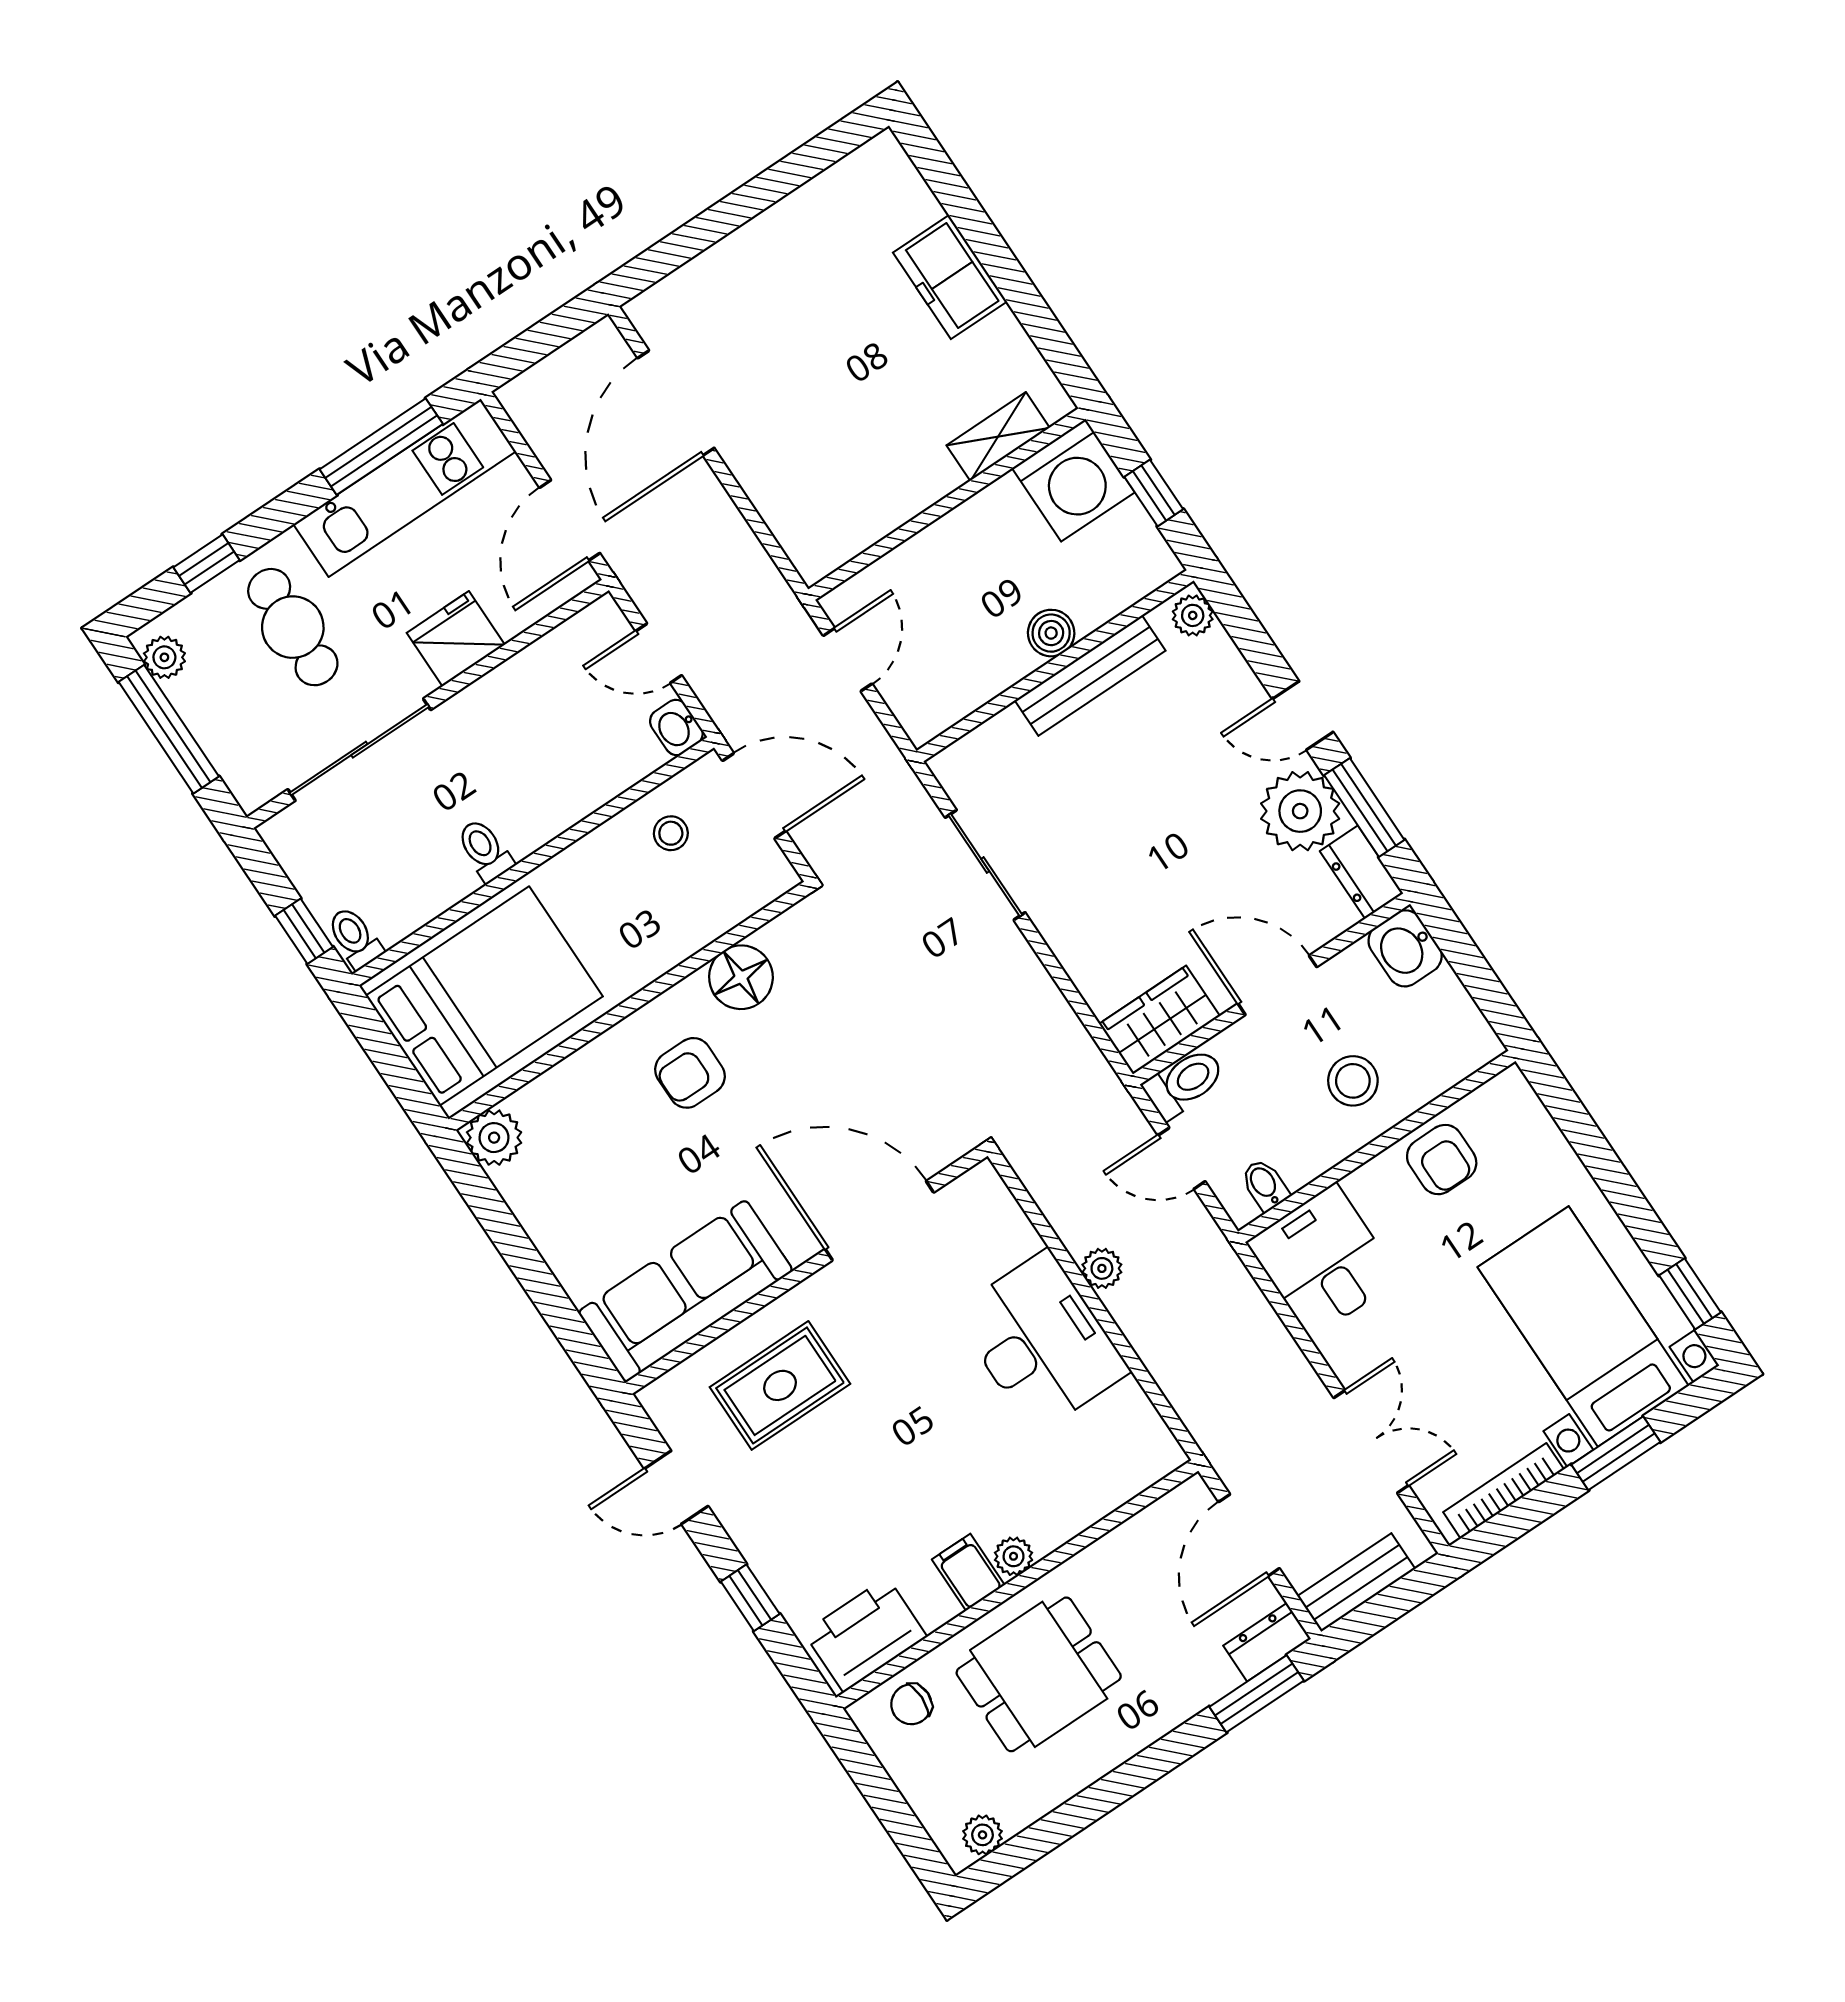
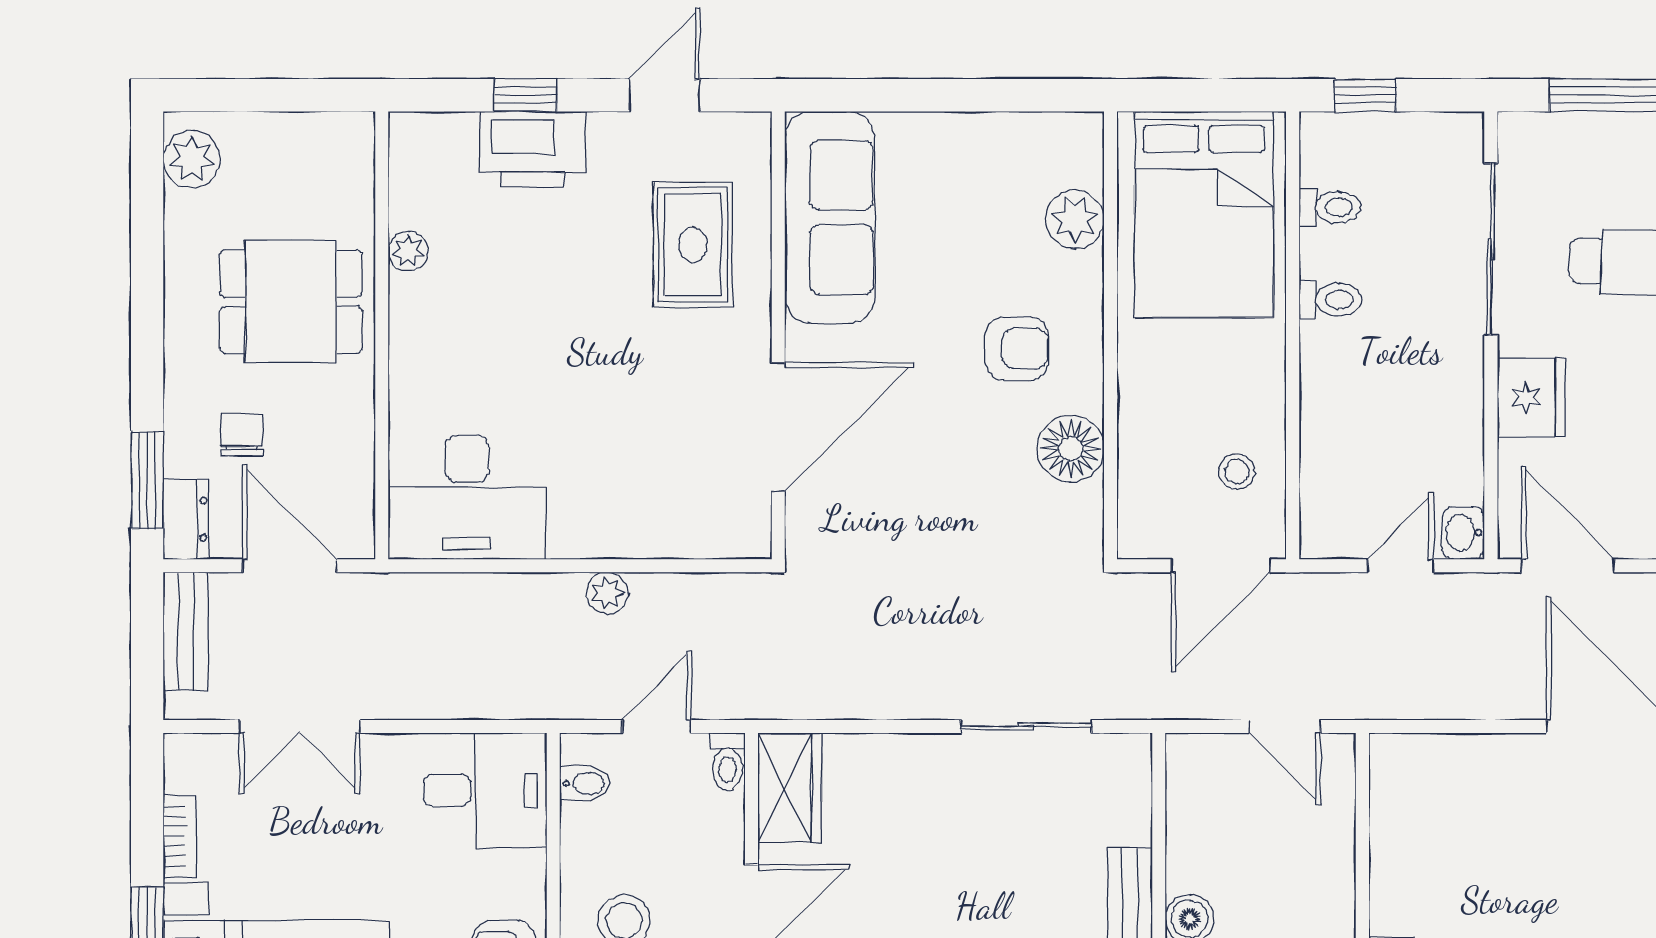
washbasin: (676, 727) -> (1463, 533), moved, turned -90
toilet: (355, 938) -> (1330, 207), moved
armchair: (690, 1073) -> (1017, 349), turned 90
toilet: (1184, 1083) -> (727, 762), width x0.73, depth x0.72
plant: (494, 1138) -> (1075, 219), moved
desk: (1041, 1342) -> (467, 497), moved
bookcase: (1504, 1491) -> (180, 836), width x0.64
plant: (1014, 1556) -> (408, 251), moved
filing cabinet: (968, 1572) -> (421, 300), removed
printer: (865, 1635) -> (533, 149), moved, turned 90
dining table: (1039, 1674) -> (291, 302), turned 90
chair: (911, 1704) -> (242, 435), moved
plant: (983, 1835) -> (192, 159), width x1.38, depth x1.38

